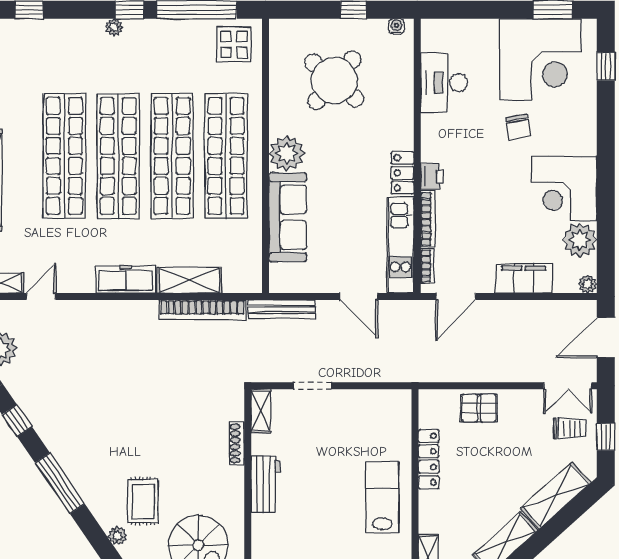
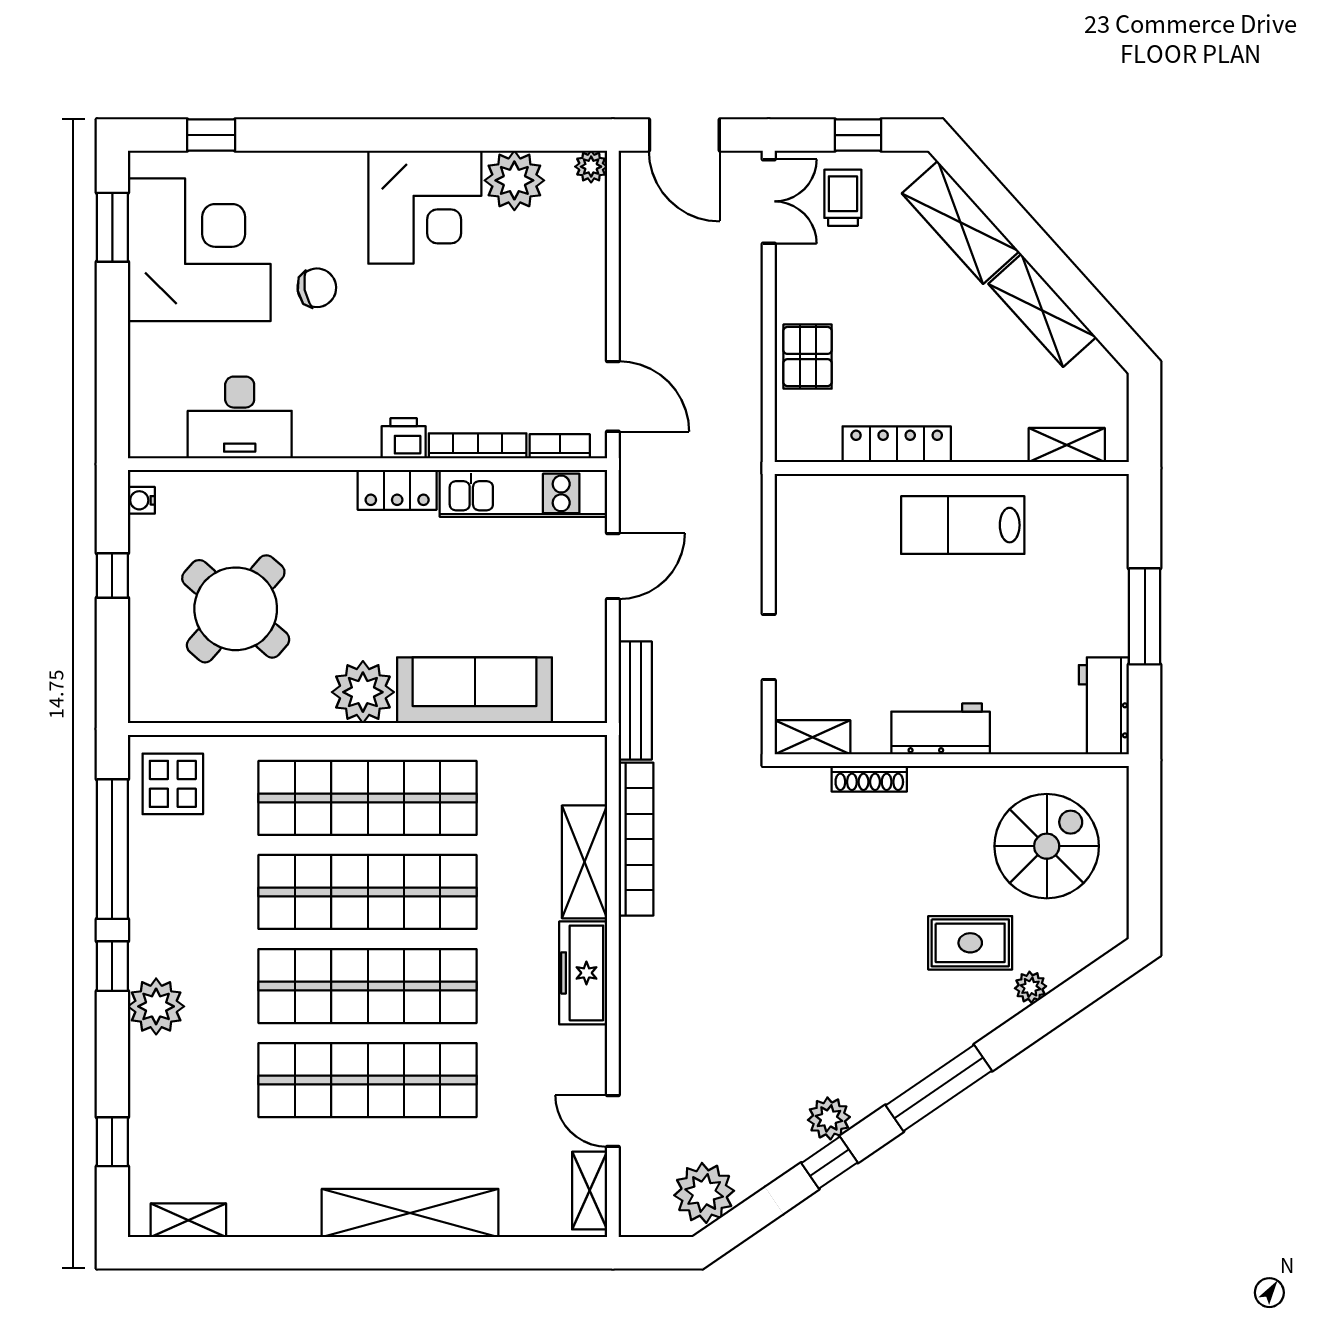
plant: (114, 27) -> (156, 1006), width x1.88, depth x1.88
filing cabinet: (524, 278) -> (581, 278), removed
plant: (42, 420) -> (829, 1118), added

